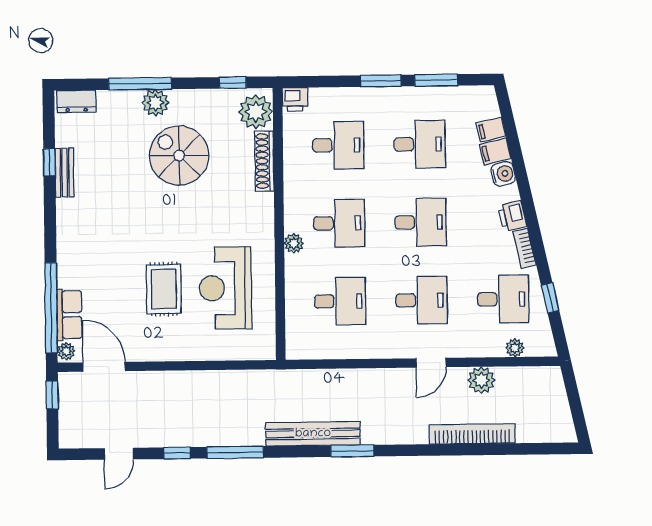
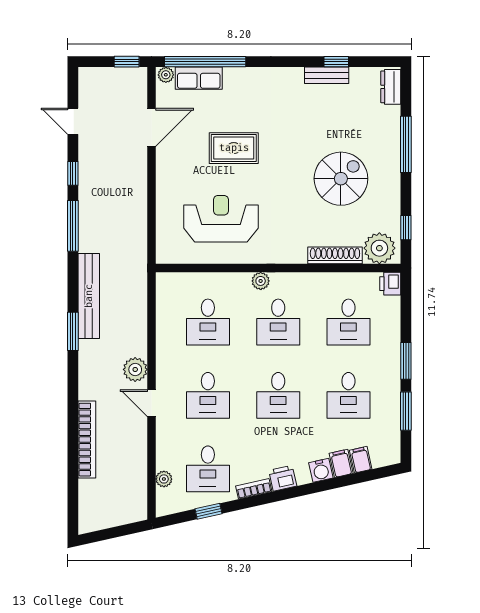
plant: (155, 103) -> (389, 158), removed
rug: (164, 289) -> (234, 148), moved
door: (104, 367) -> (151, 127), moved
plant: (481, 380) -> (135, 369), moved

